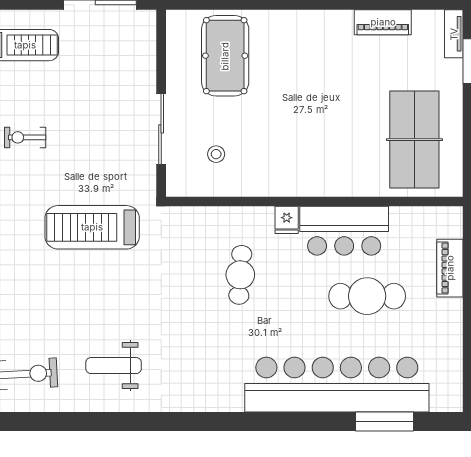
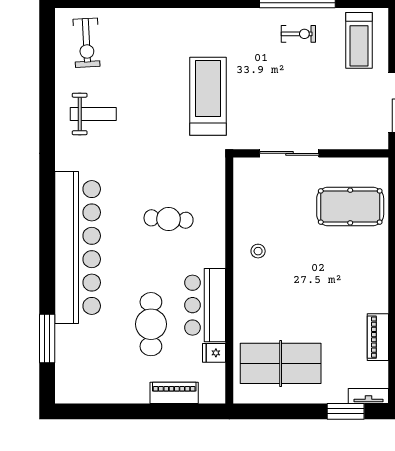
exercise bike: (25, 137) -> (298, 34), moved, turned 90
stool: (216, 154) -> (258, 251), moved
fridge: (287, 220) -> (214, 353), moved
weight bench: (114, 366) -> (93, 114), turned 90
bar counter: (337, 385) -> (78, 247), moved

